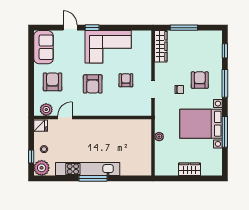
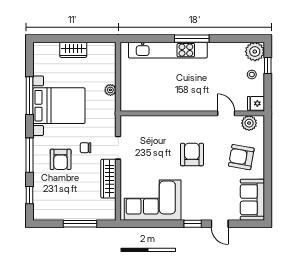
wardrobe: (161, 46) -> (108, 179), moved
corner sofa: (108, 47) -> (153, 200), moved
armchair: (126, 80) -> (151, 159), removed
armchair: (53, 82) -> (241, 157), turned 100
door: (65, 117) -> (226, 113), swing flipped
kitchen unit: (88, 169) -> (168, 50), moved

